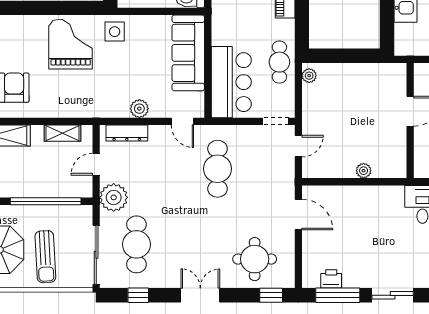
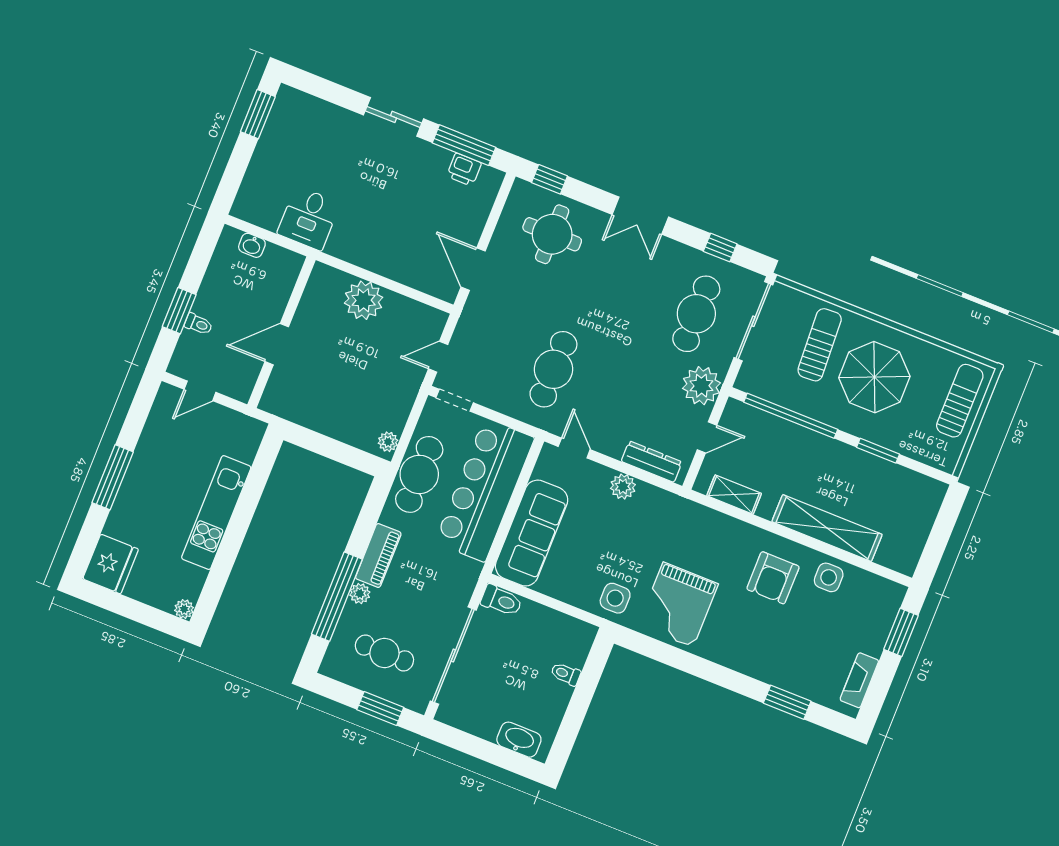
cafe table: (279, 62) -> (419, 474), width x1.37, depth x1.35
bar counter: (231, 82) -> (485, 490), width x1.36
plant: (364, 171) -> (364, 300), width x1.88, depth x1.88

